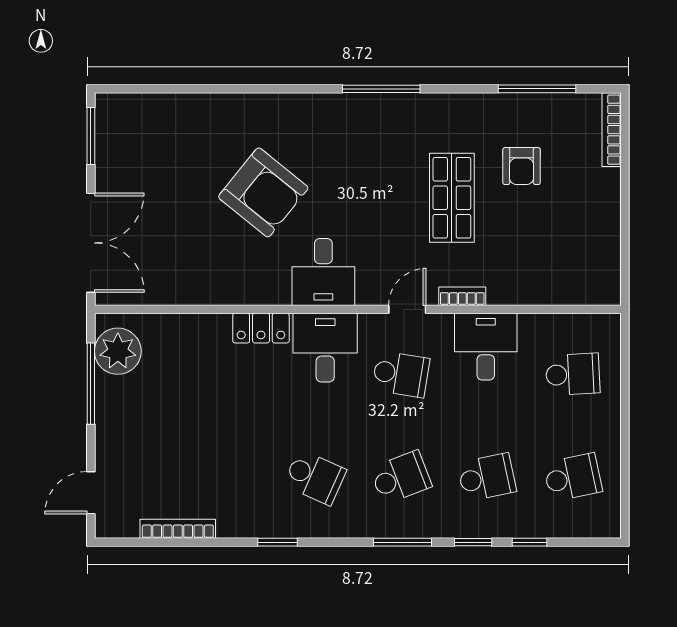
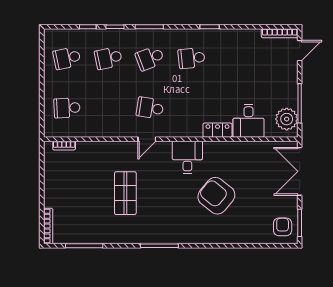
armchair: (522, 166) -> (283, 227), moved
bookcase: (462, 296) -> (64, 146), moved
desk: (486, 347) -> (109, 121), removed
desk: (325, 348) -> (249, 121), moved
school desk: (315, 477) -> (191, 58), turned -30
bookcase: (178, 529) -> (280, 33), moved

